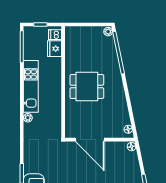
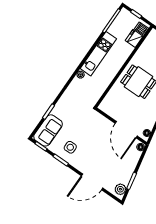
door: (90, 140) -> (126, 130), moved

